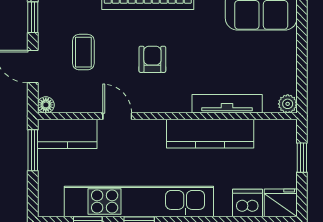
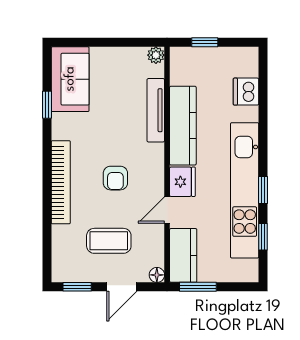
coffee table: (83, 52) -> (109, 241), width x1.36, depth x1.30
armchair: (152, 59) -> (115, 178), turned -90
fridge: (281, 203) -> (182, 182), moved, turned 180

